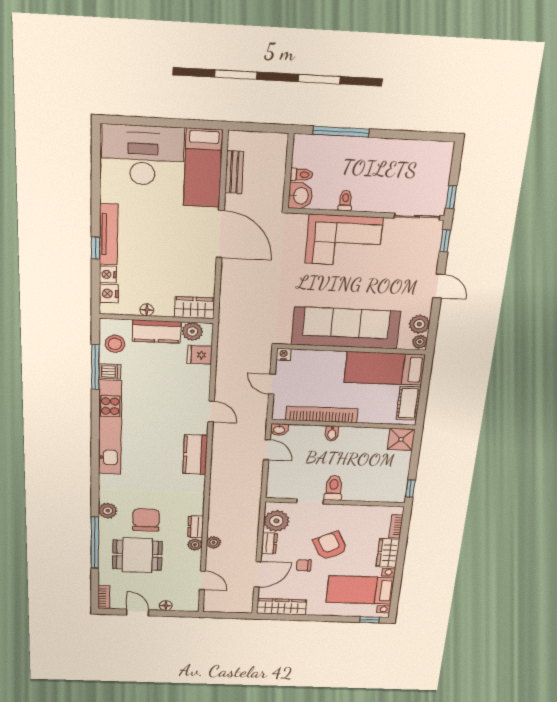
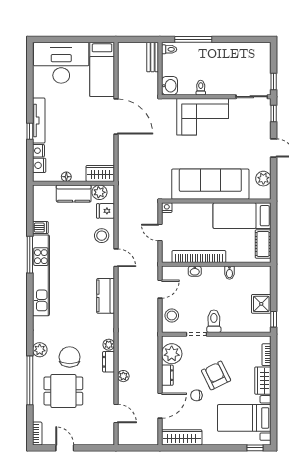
bench: (234, 172) -> (153, 57), moved
toilet: (301, 175) -> (169, 49), moved
plant: (420, 342) -> (265, 193), removed
stool: (115, 344) -> (102, 236), moved
window: (95, 367) -> (30, 255), moved
washbasin: (279, 430) -> (195, 271), moved
bidet: (332, 433) -> (229, 273), moved
shower: (401, 439) -> (261, 304), moved
door: (267, 450) -> (160, 289), hinge flipped
stool: (280, 480) -> (172, 316), added
plant: (195, 545) -> (109, 345), moved
floor lamp: (166, 606) -> (87, 440), removed

